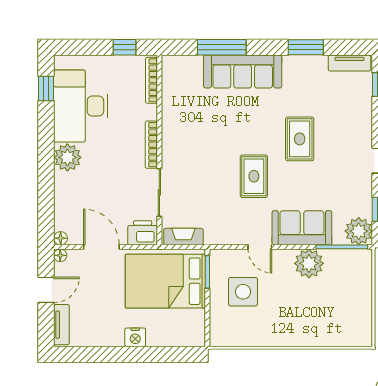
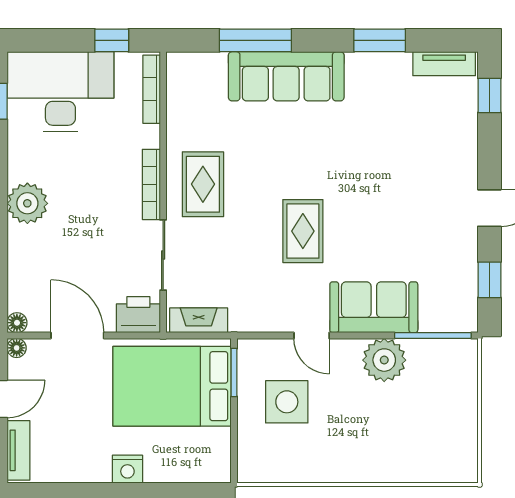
desk: (81, 106) -> (60, 92), moved, turned 90
rug: (300, 139) -> (203, 184), moved
plant: (359, 231) -> (458, 312), removed

